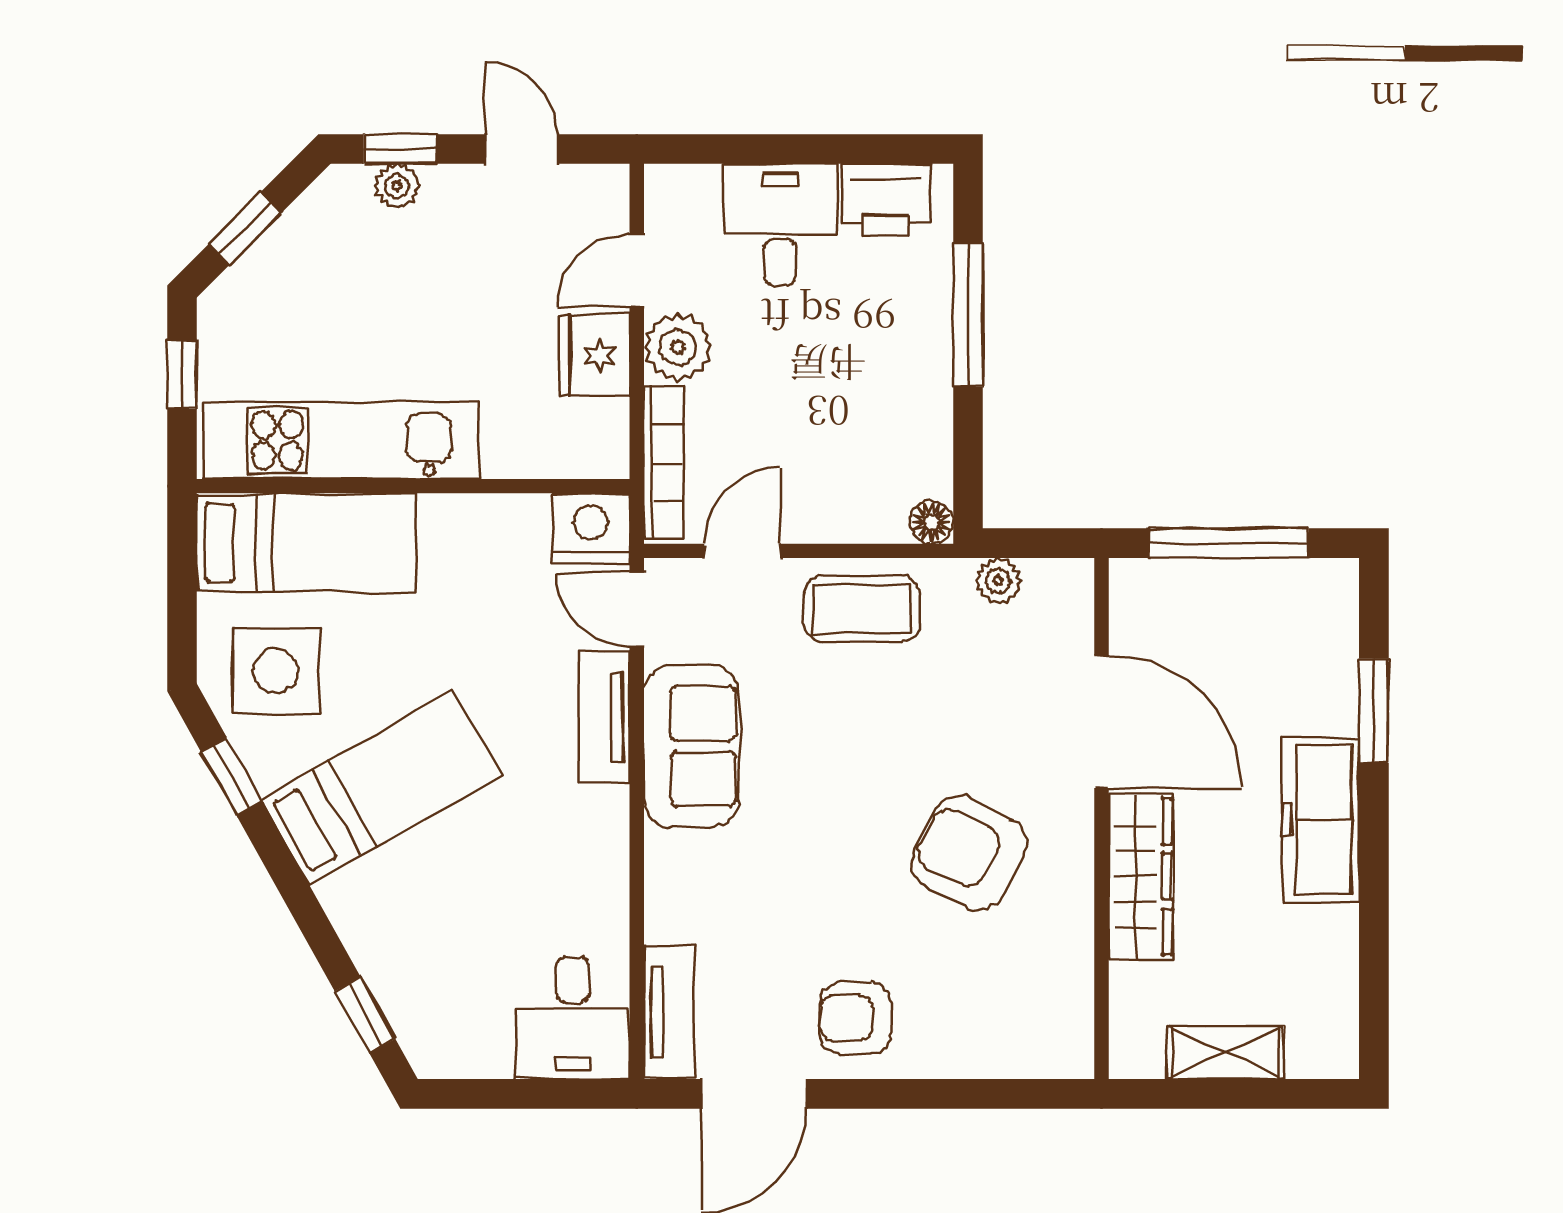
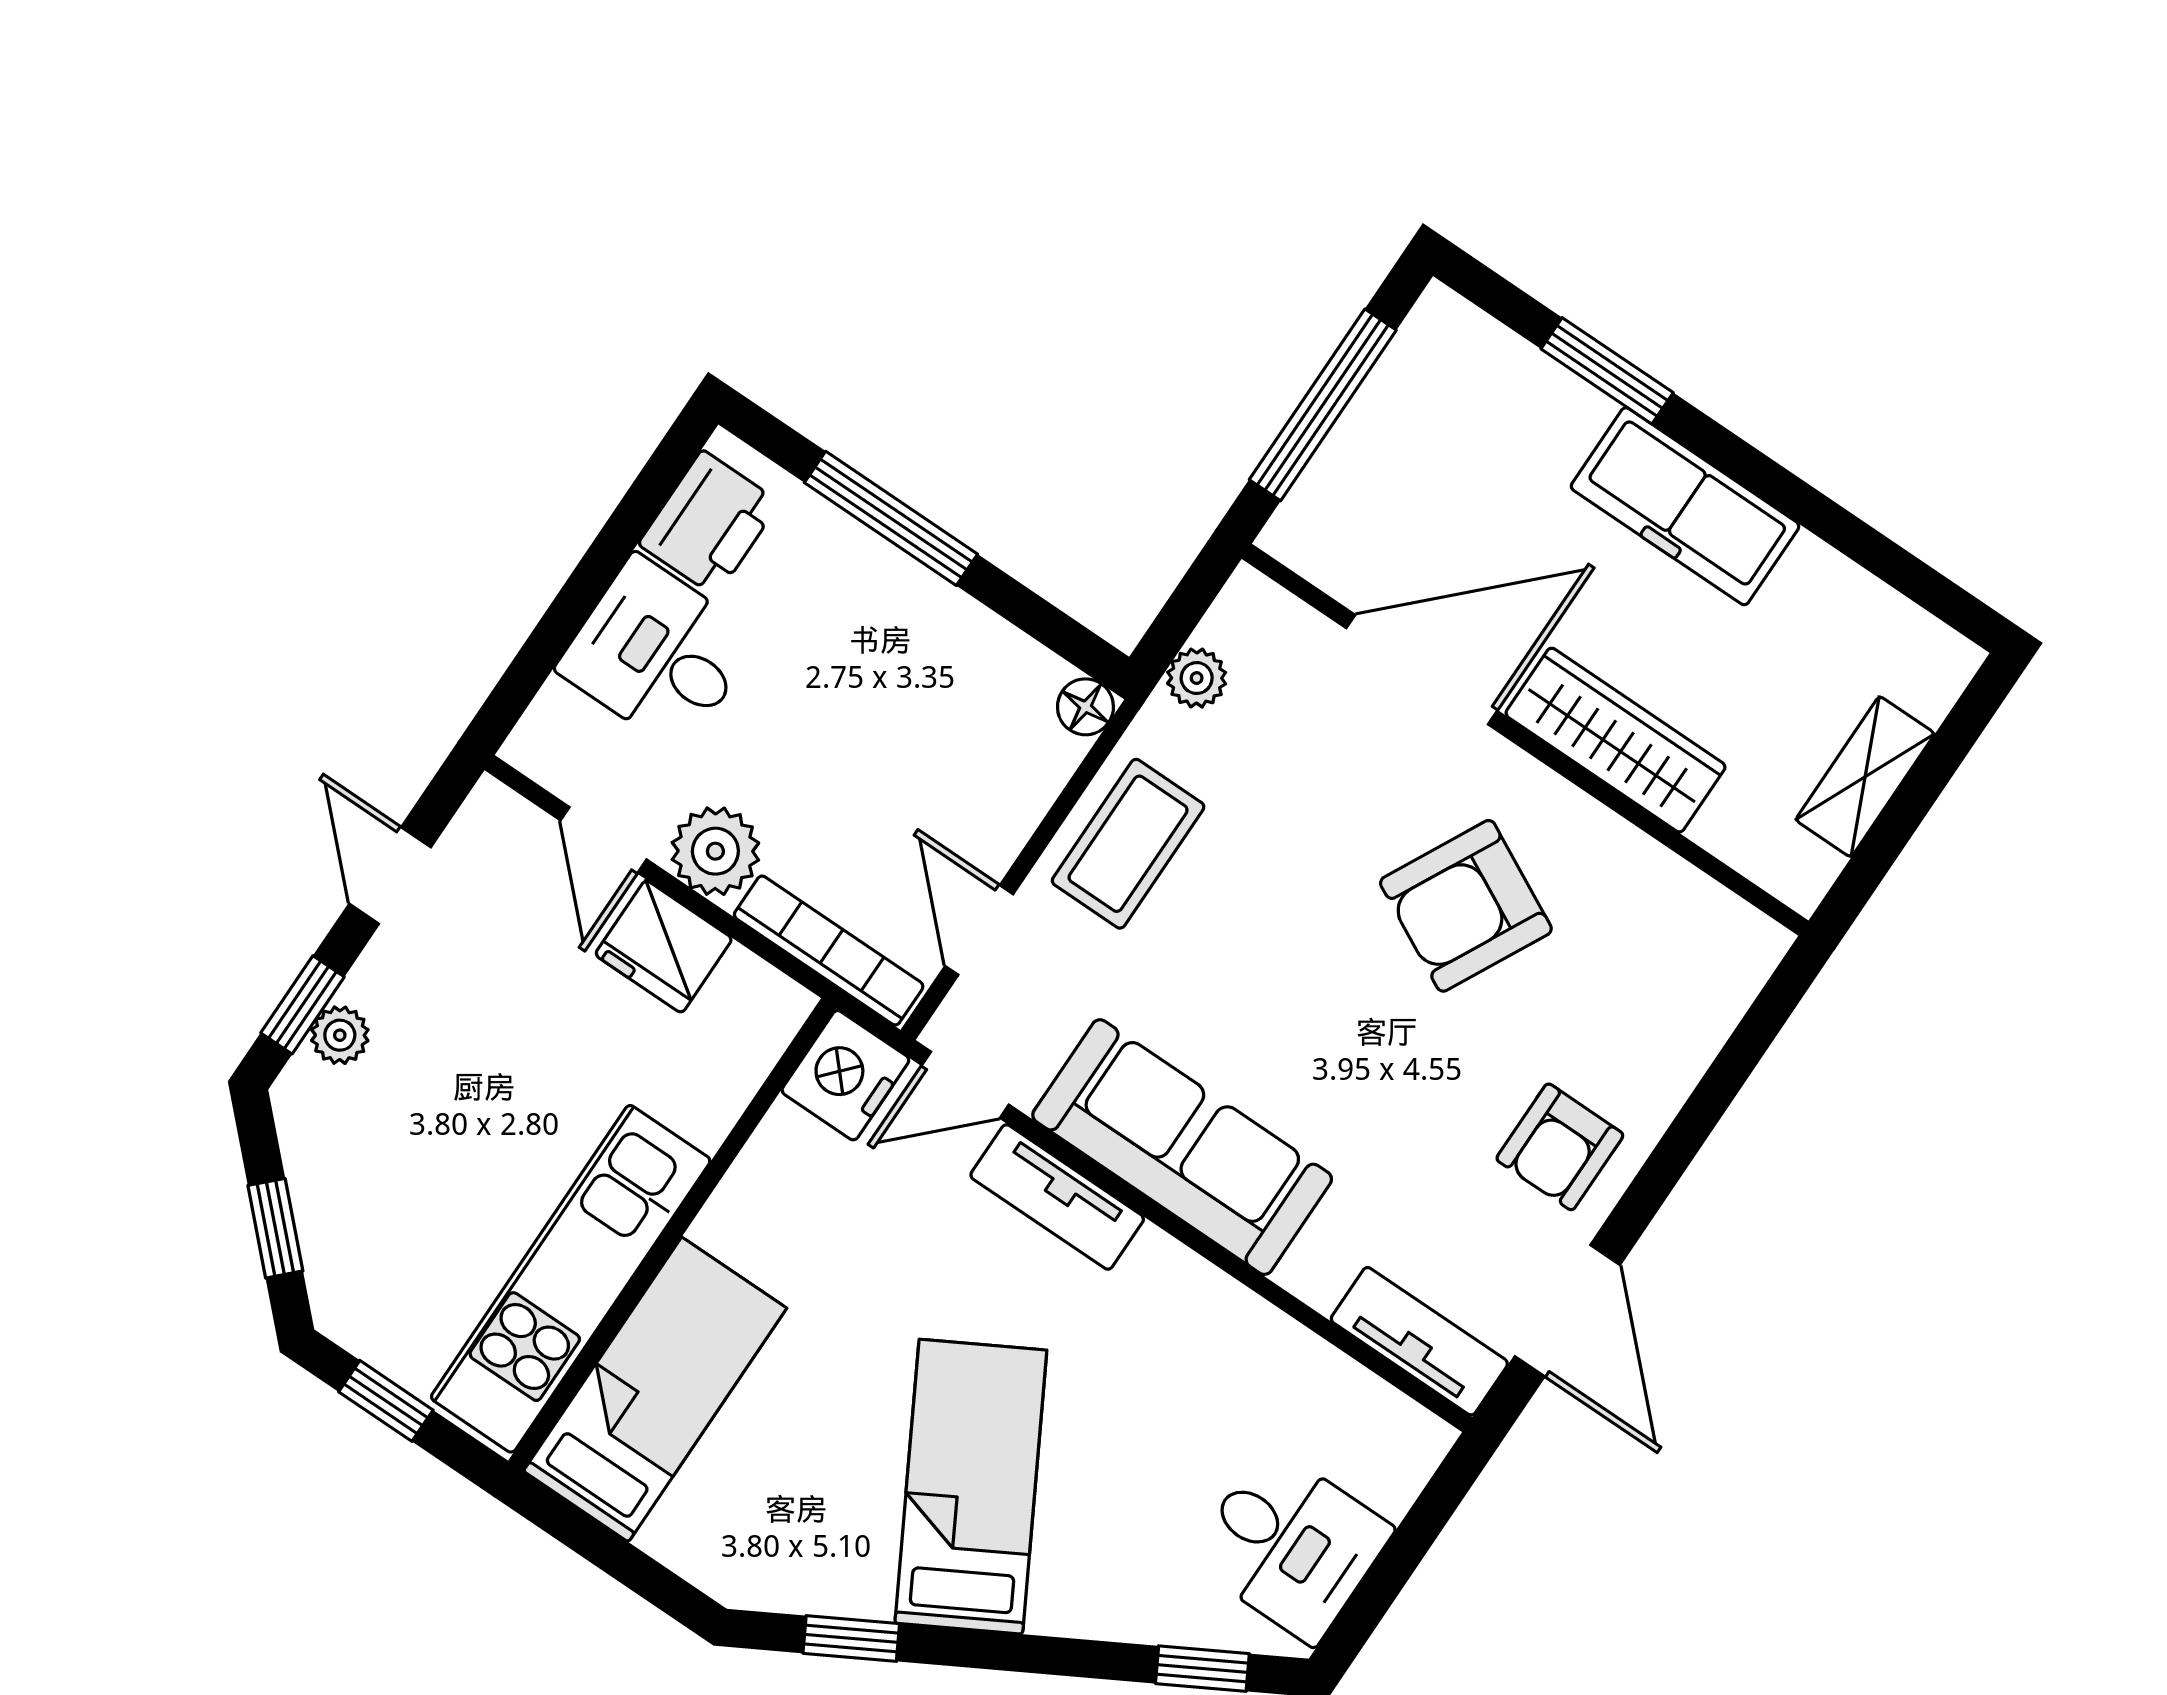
door: (521, 149) -> (390, 875), hinge flipped
side table: (276, 671) -> (770, 1515), removed
sofa: (691, 746) -> (1182, 1147), width x1.36
desk: (573, 1018) -> (1290, 1545), moved

